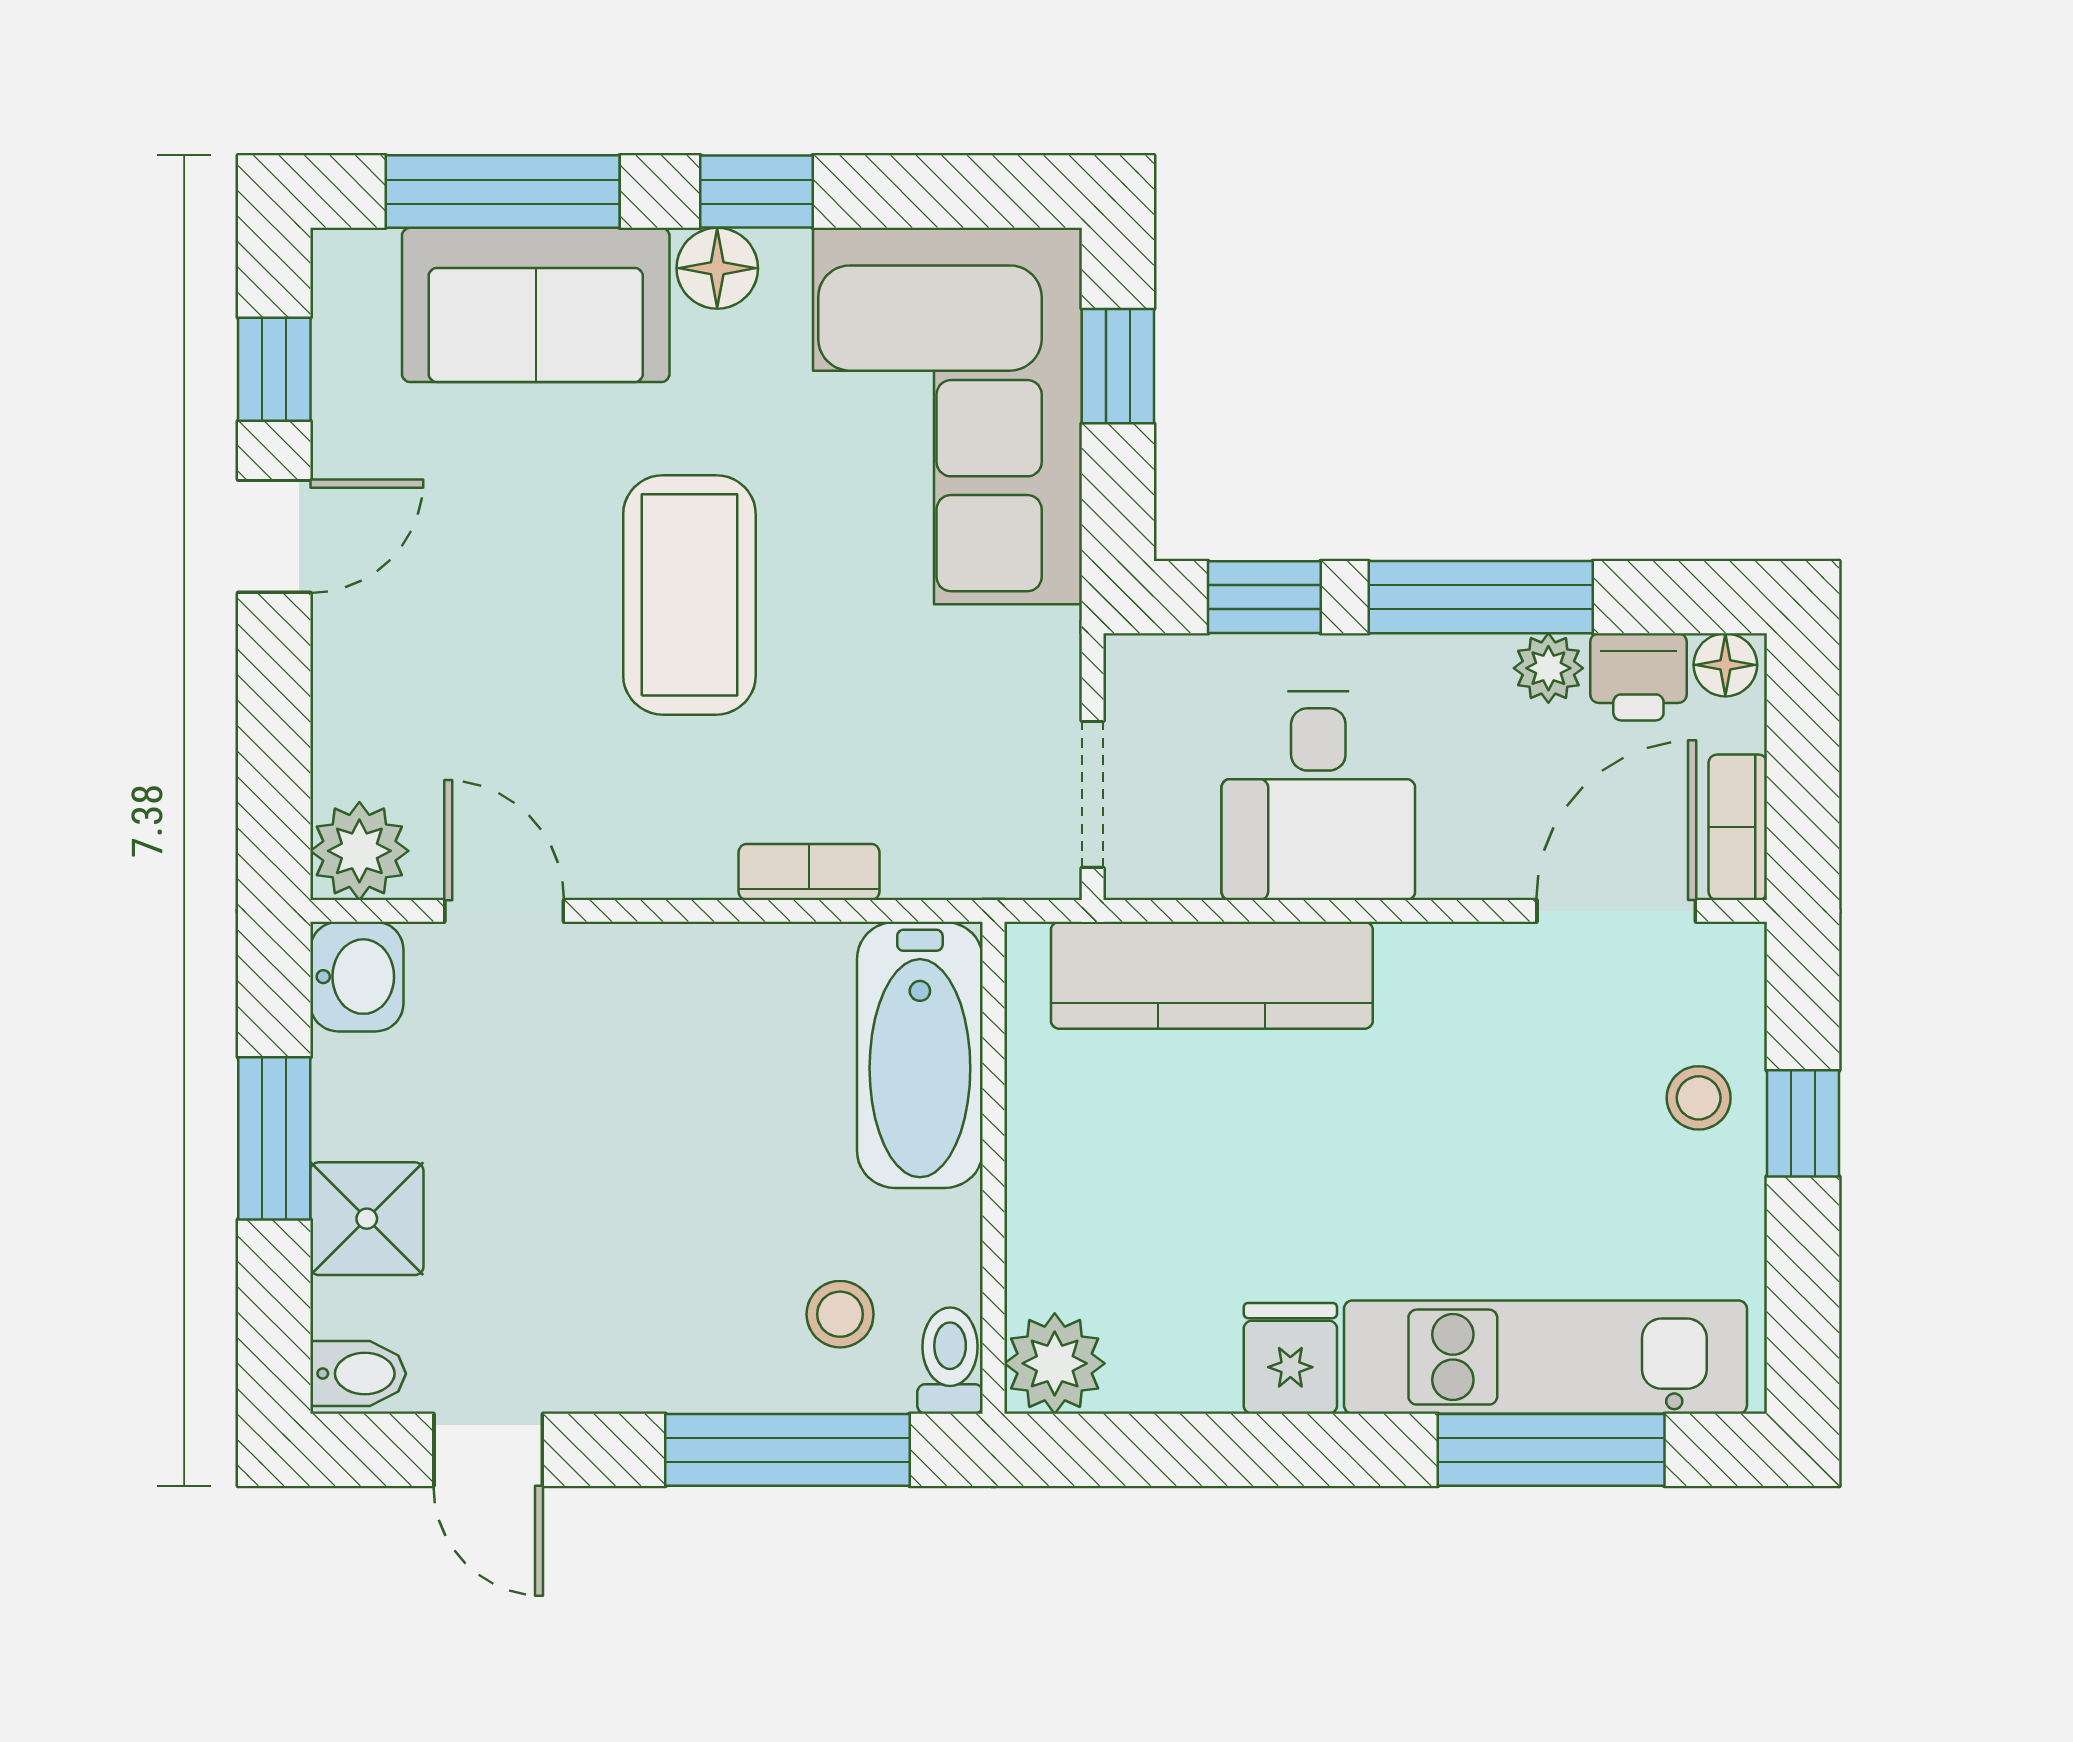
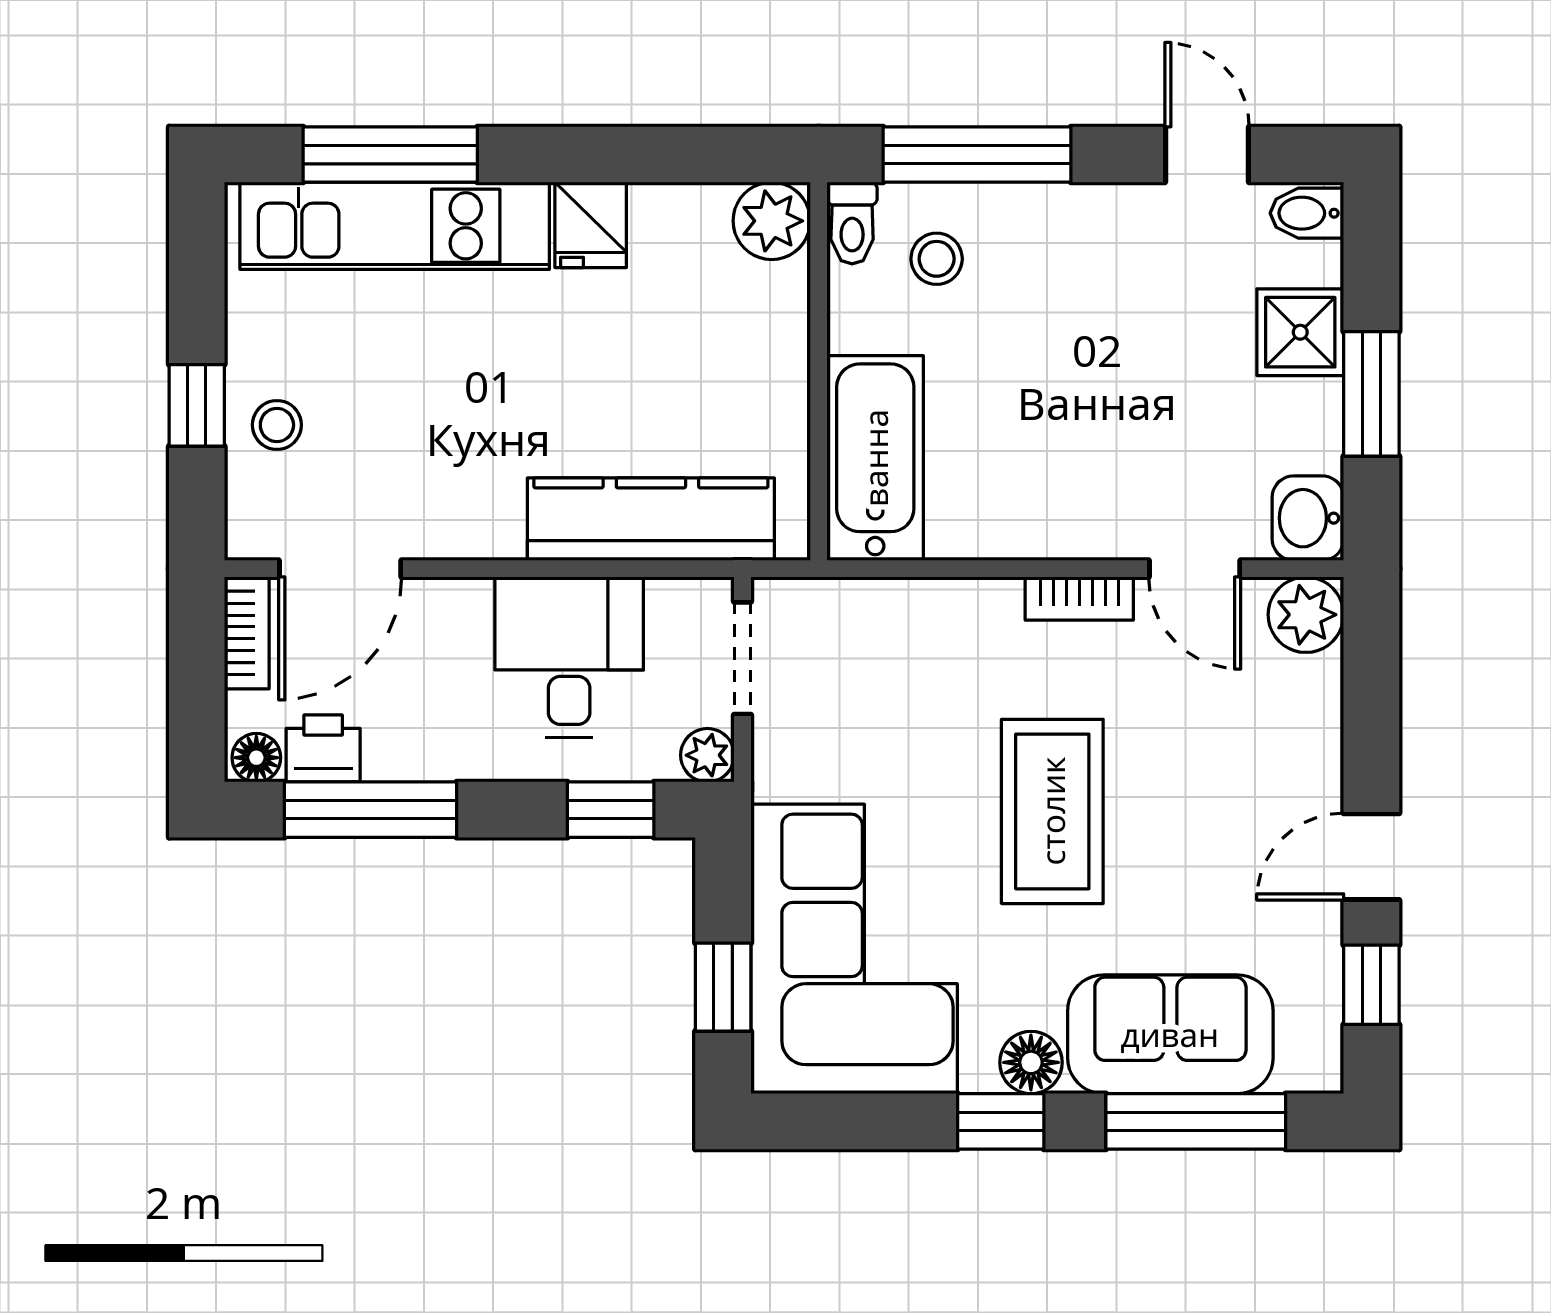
window: (1481, 597) -> (371, 810), moved
plant: (1548, 668) -> (707, 755), moved
bookcase: (809, 872) -> (1079, 599), moved

